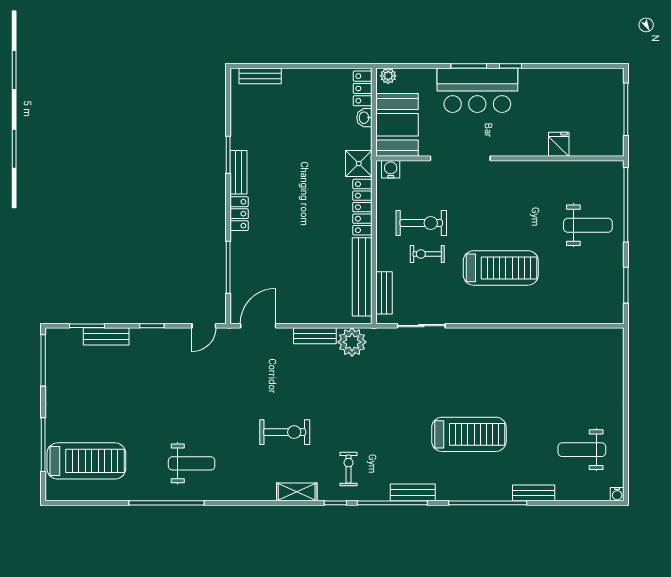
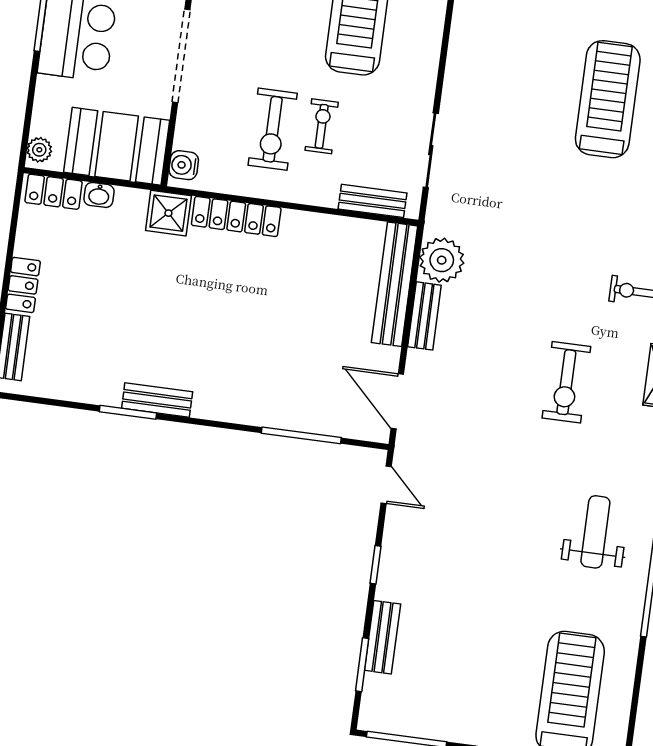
locker: (239, 214) -> (23, 285), moved, turned 90
exercise bike: (421, 223) -> (273, 129), turned 180
exercise bike: (427, 254) -> (322, 126), turned 180
bench: (362, 277) -> (395, 284), moved, turned 90
exercise bike: (285, 432) -> (566, 382), turned 180

